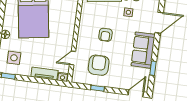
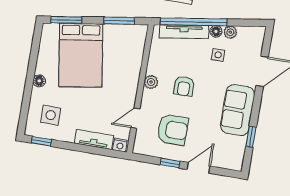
plant: (83, 33) -> (151, 82), added
armchair: (99, 65) -> (173, 130), turned 90
door: (136, 93) -> (199, 168), moved

